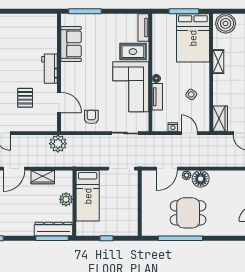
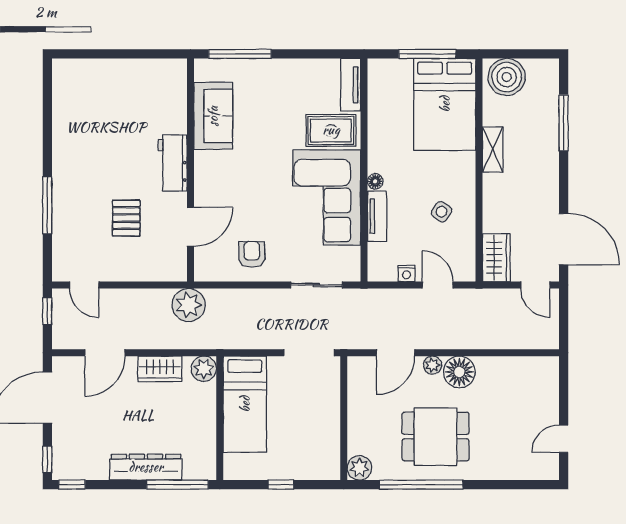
door: (59, 102) -> (190, 227), hinge flipped
plant: (66, 199) -> (204, 369), moved
dresser: (54, 229) -> (146, 467), moved
plant: (148, 229) -> (359, 468), added

